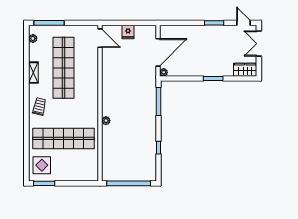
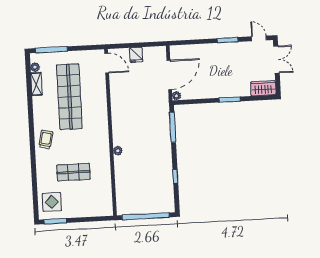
double door: (259, 44) -> (276, 60), swing flipped
shelving: (33, 73) -> (36, 84), moved
shop shelf: (64, 138) -> (73, 172), width x0.50, depth x0.74

